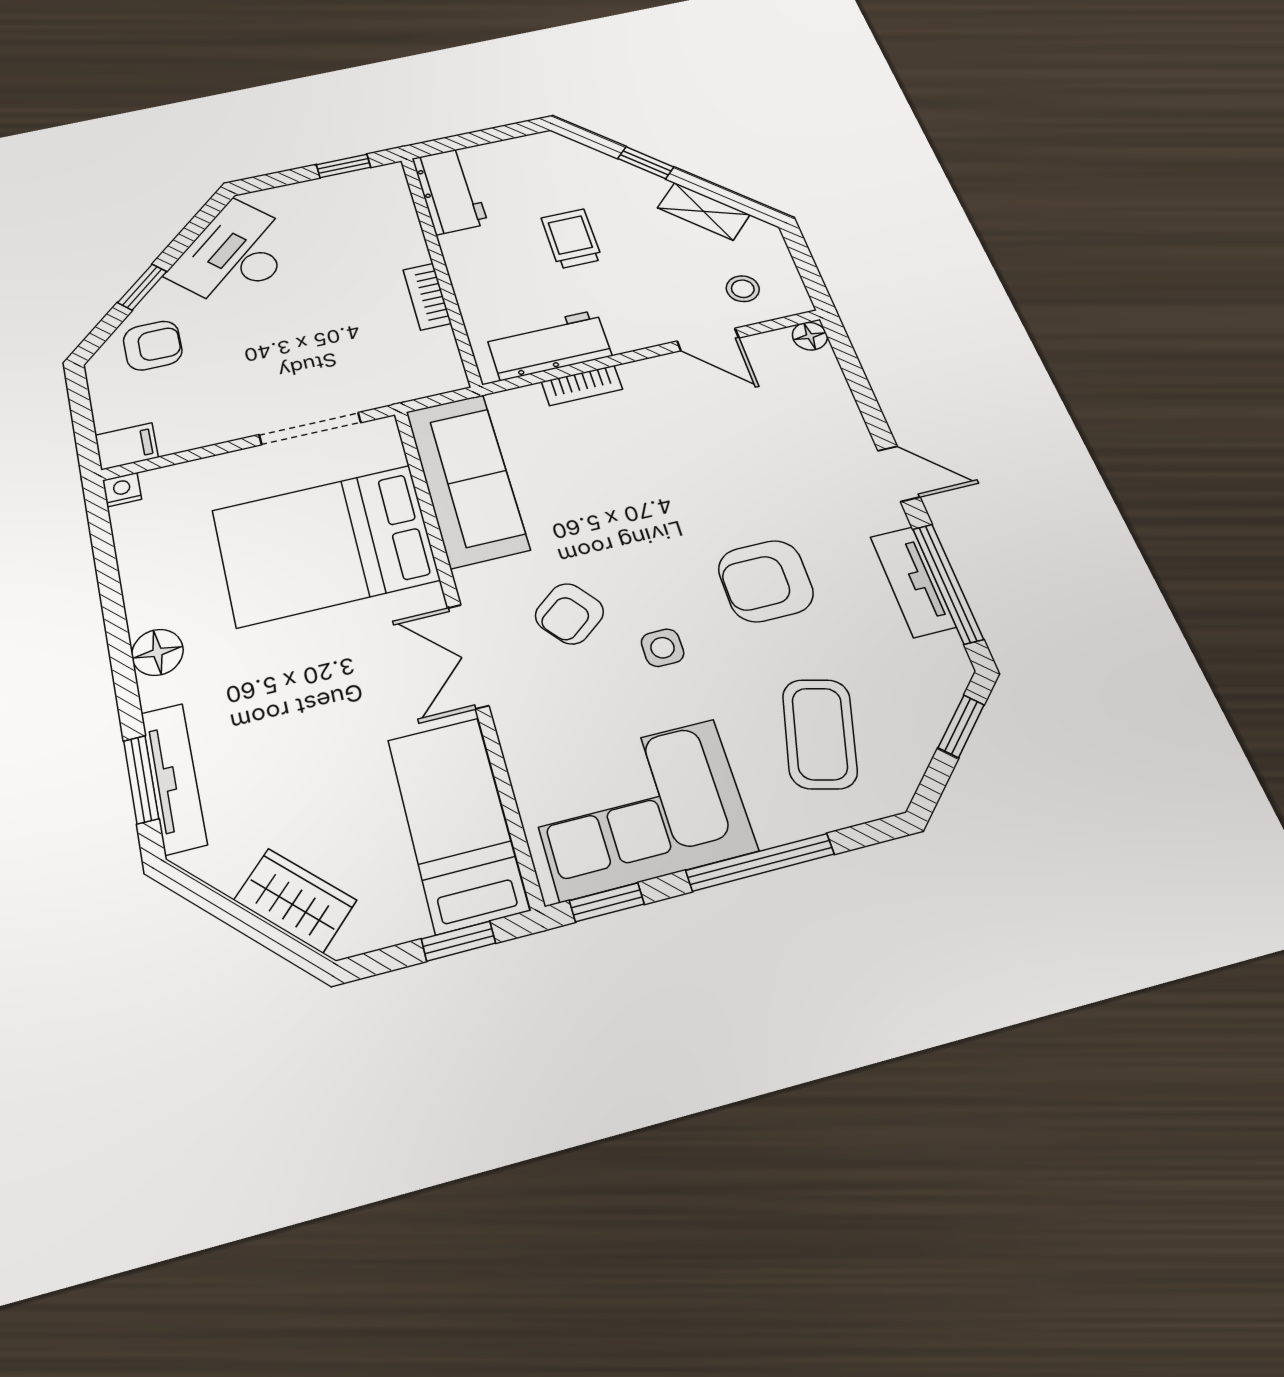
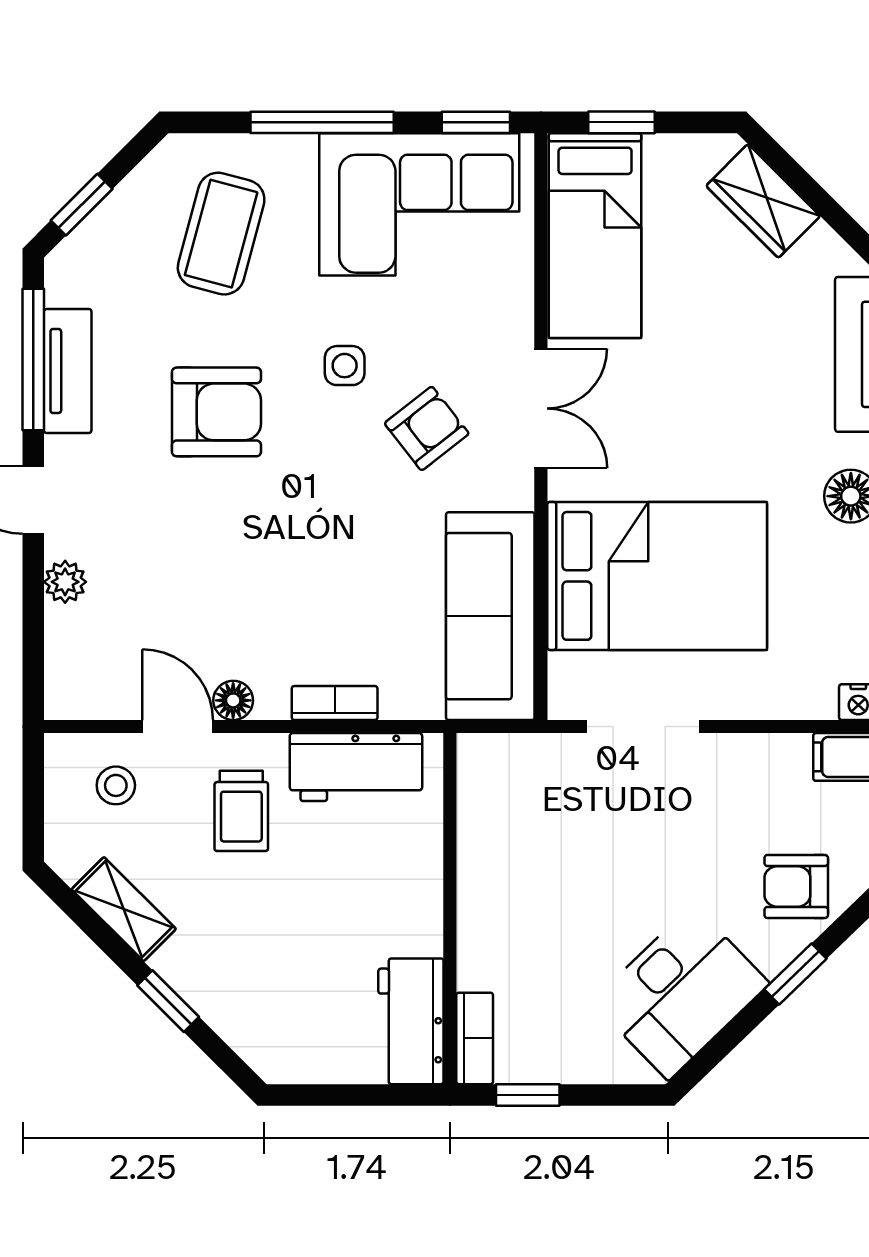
trolley: (571, 239) -> (241, 811), moved
bookcase: (427, 296) -> (475, 1038), moved
floor lamp: (810, 336) -> (233, 700), moved
plant: (845, 420) -> (65, 582), added

